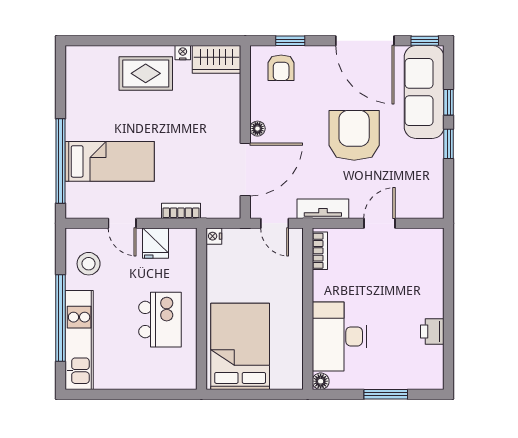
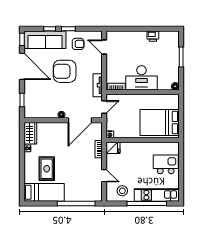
door: (365, 41) -> (22, 66), hinge flipped
armchair: (281, 68) -> (78, 44), moved
rug: (146, 73) -> (47, 169), moved
bed: (110, 161) -> (44, 192), moved, turned 90
door: (245, 169) -> (80, 120), swing flipped
door: (122, 223) -> (104, 176), hinge flipped
door: (379, 223) -> (104, 47), moved
fridge: (156, 243) -> (113, 148), moved
kitchen island: (160, 320) -> (166, 164), moved
desk: (339, 336) -> (141, 78), moved

